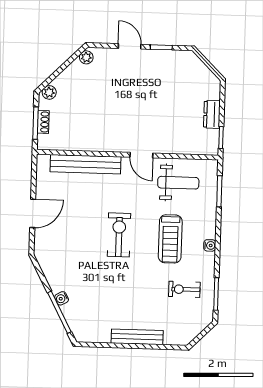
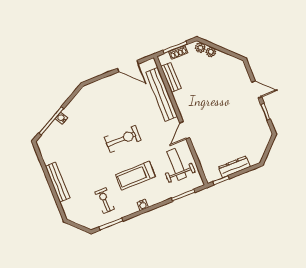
door: (130, 46) -> (257, 89), hinge flipped
plant: (86, 57) -> (211, 52), moved
dresser: (212, 114) -> (234, 167), width x1.44
bench: (70, 144) -> (171, 77), added
weight bench: (178, 183) -> (177, 164), turned 180
door: (33, 213) -> (128, 66), moved

